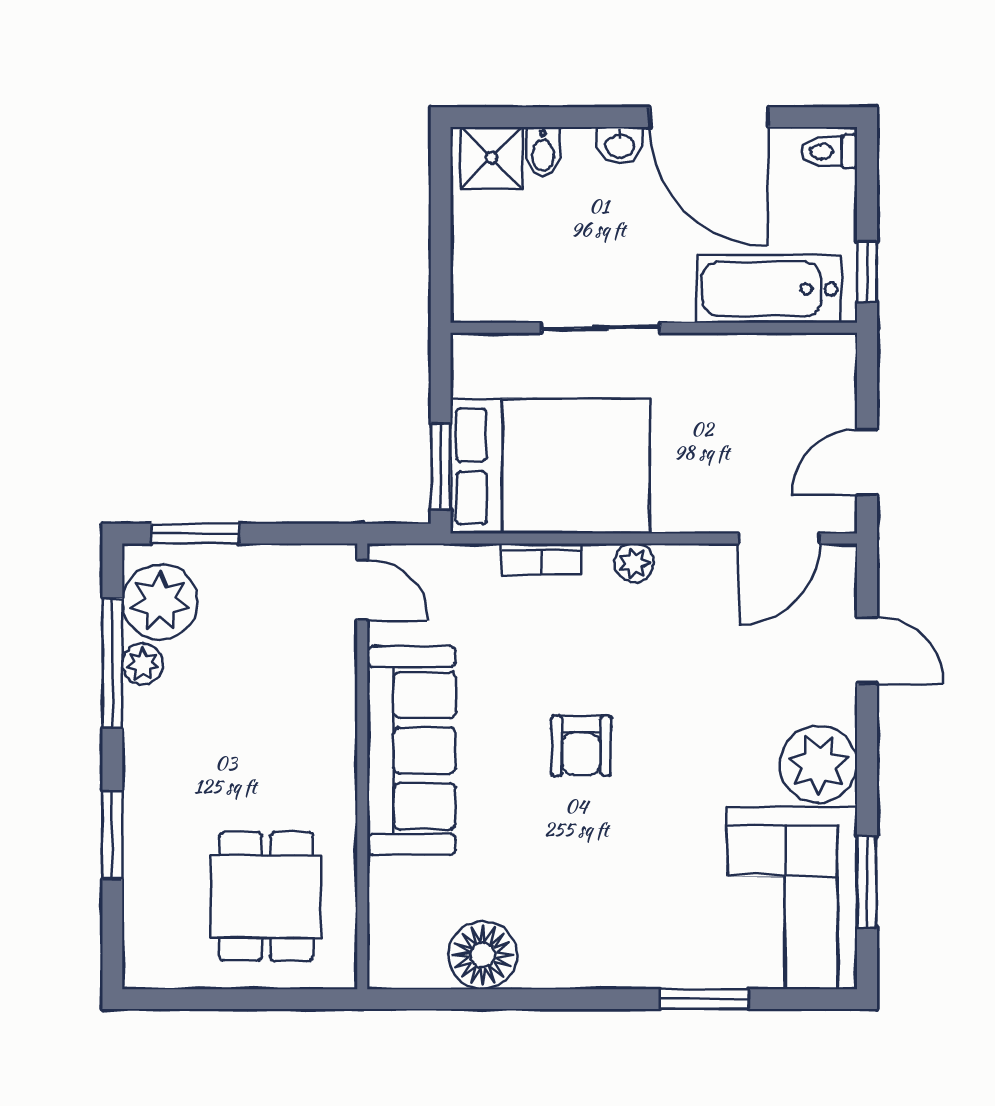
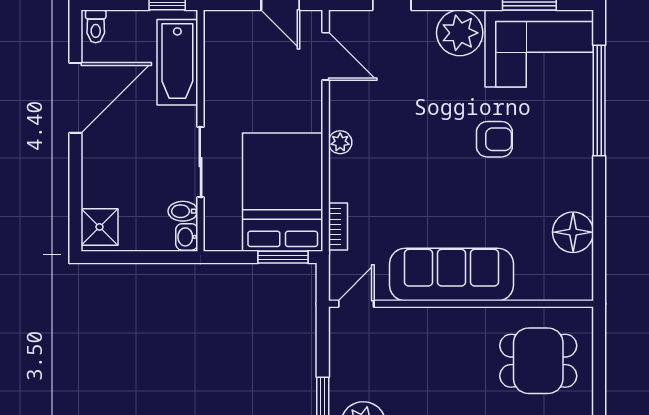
washbasin: (620, 145) -> (187, 237), moved, turned 180
bidet: (543, 152) -> (183, 211), moved, turned 180
bookcase: (541, 559) -> (338, 227), moved
armchair: (581, 746) -> (494, 139), moved
window: (704, 999) -> (599, 100), width x2.11

